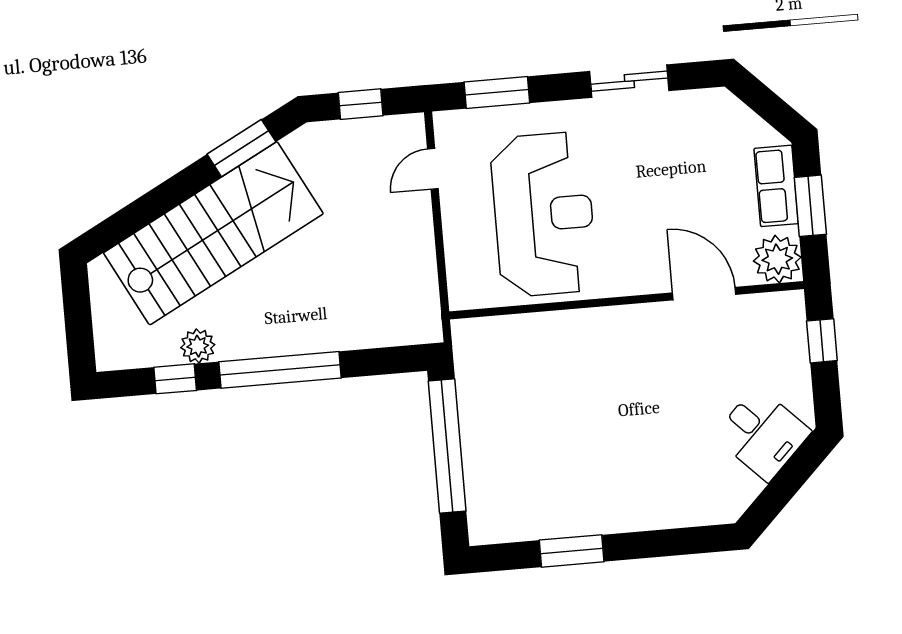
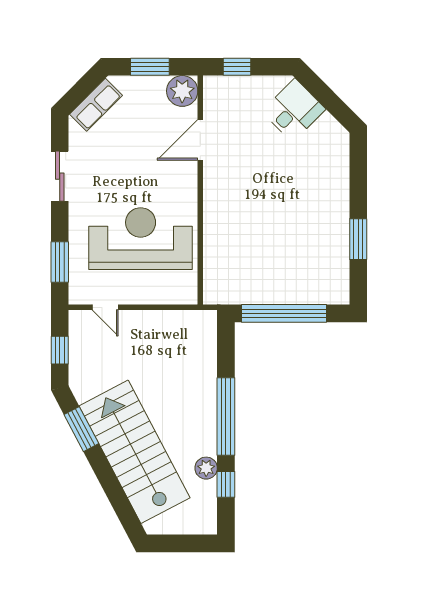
row of seats: (776, 186) -> (96, 105), moved, turned -45

